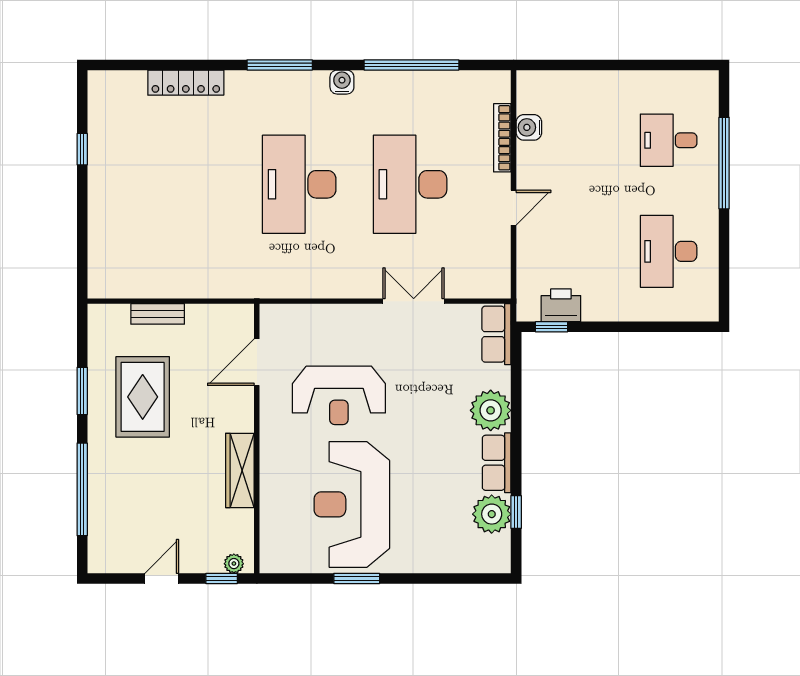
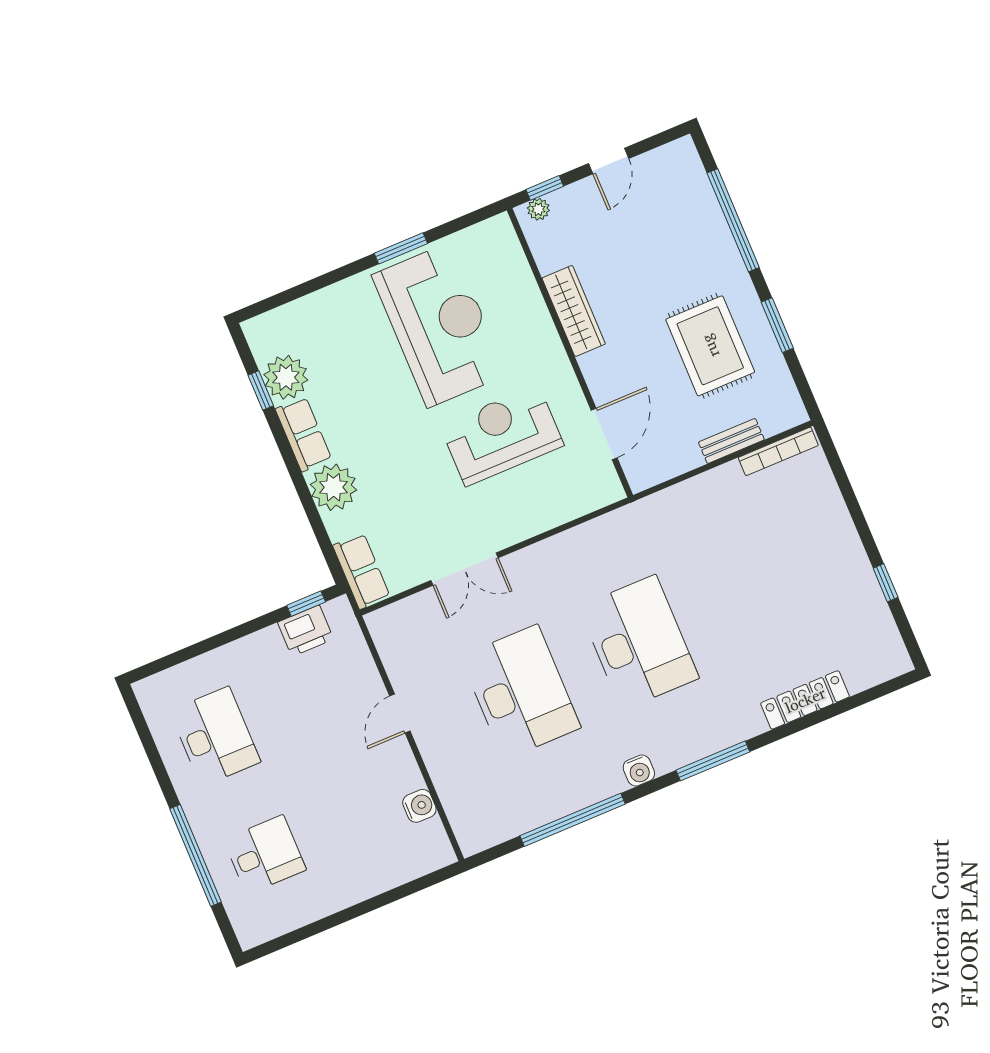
bookcase: (502, 138) -> (778, 451), moved, turned 90

